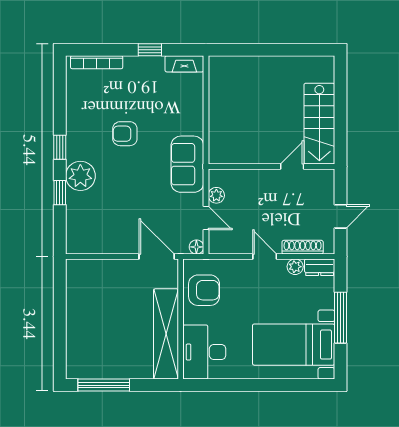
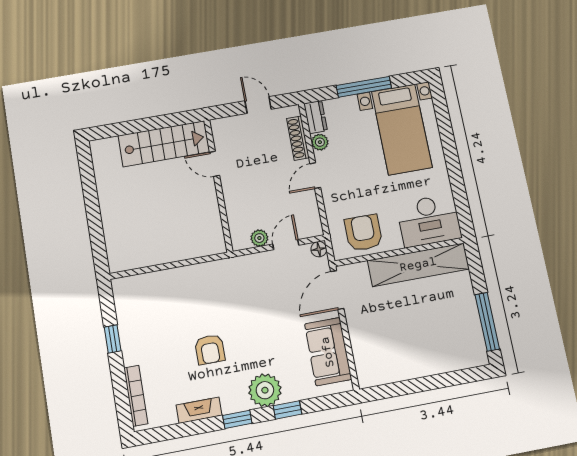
fireplace: (184, 64) -> (199, 410), moved, turned -90
sofa: (187, 164) -> (328, 352), moved, turned 90

